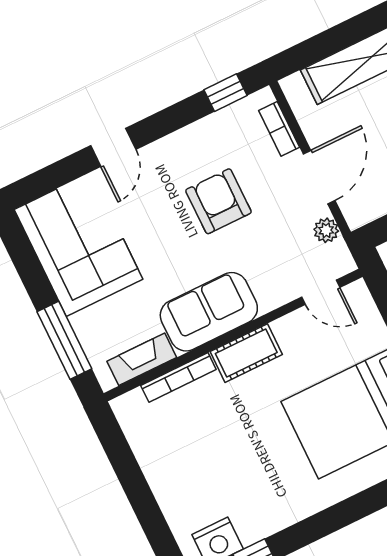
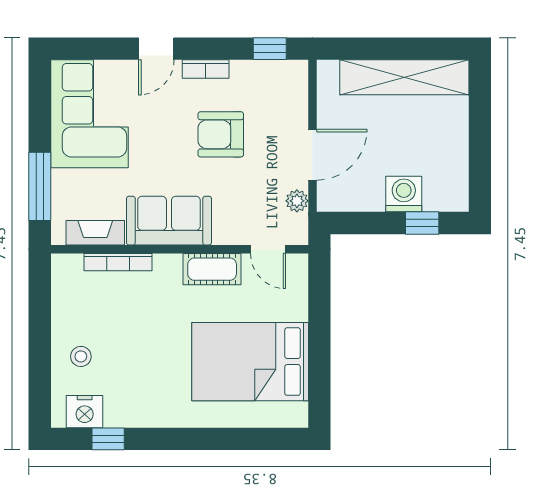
bookcase: (279, 129) -> (206, 69), moved, turned -90
armchair: (218, 201) -> (221, 134), turned -90
cot: (246, 353) -> (212, 269), moved
stool: (187, 489) -> (81, 356), added

